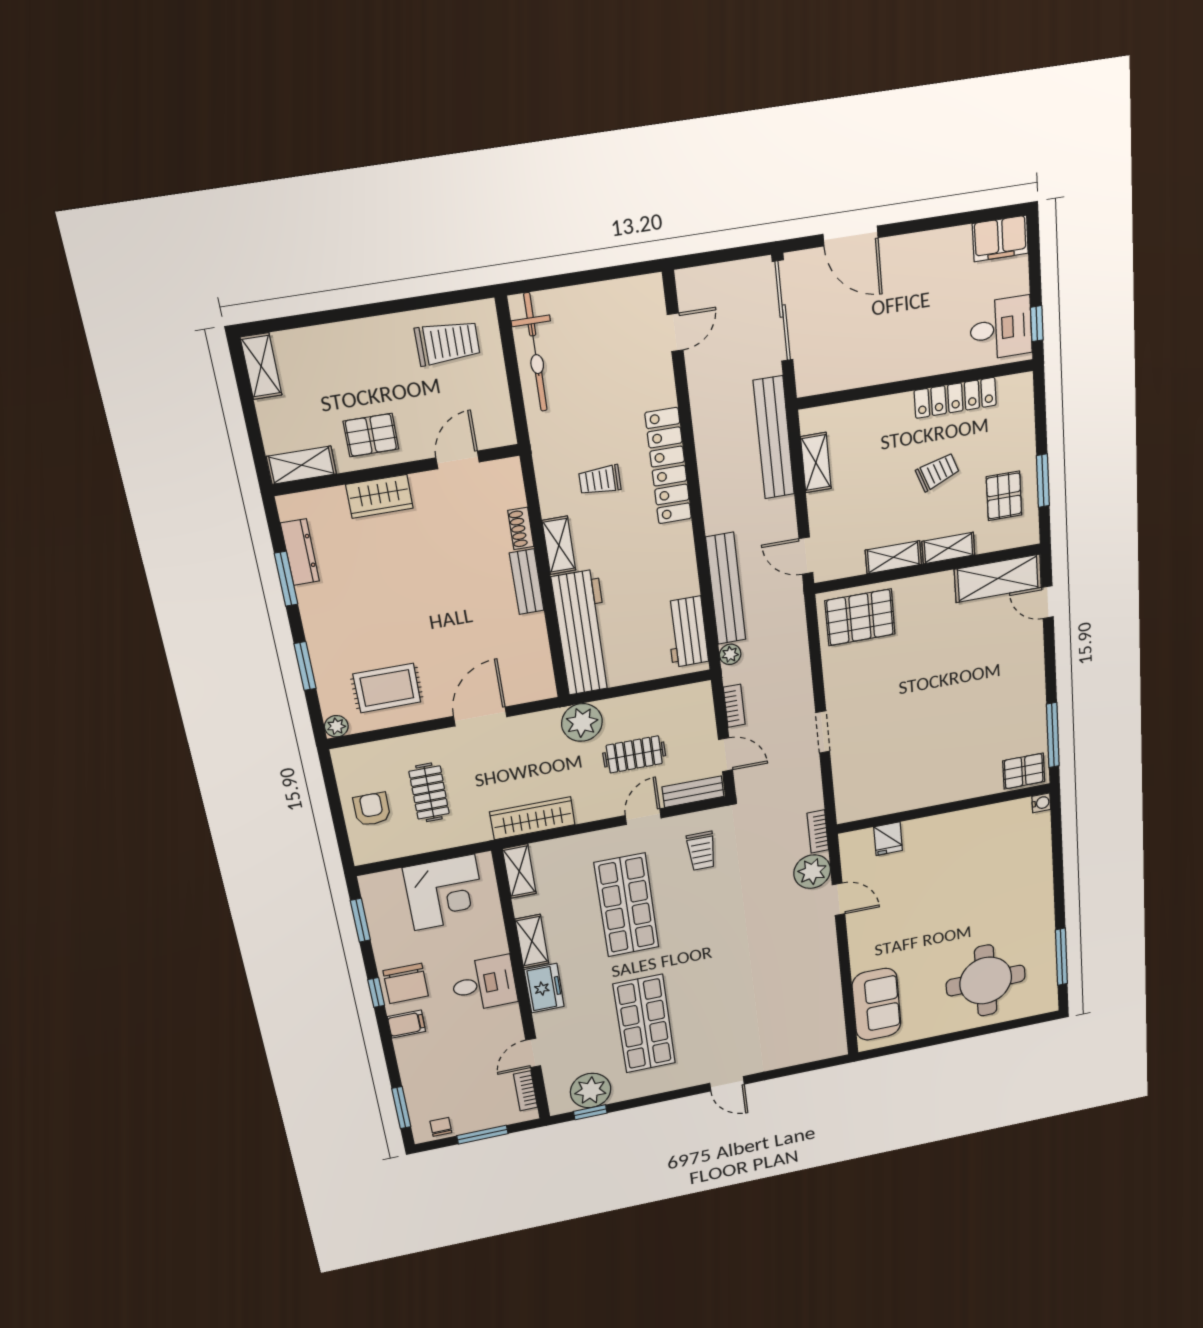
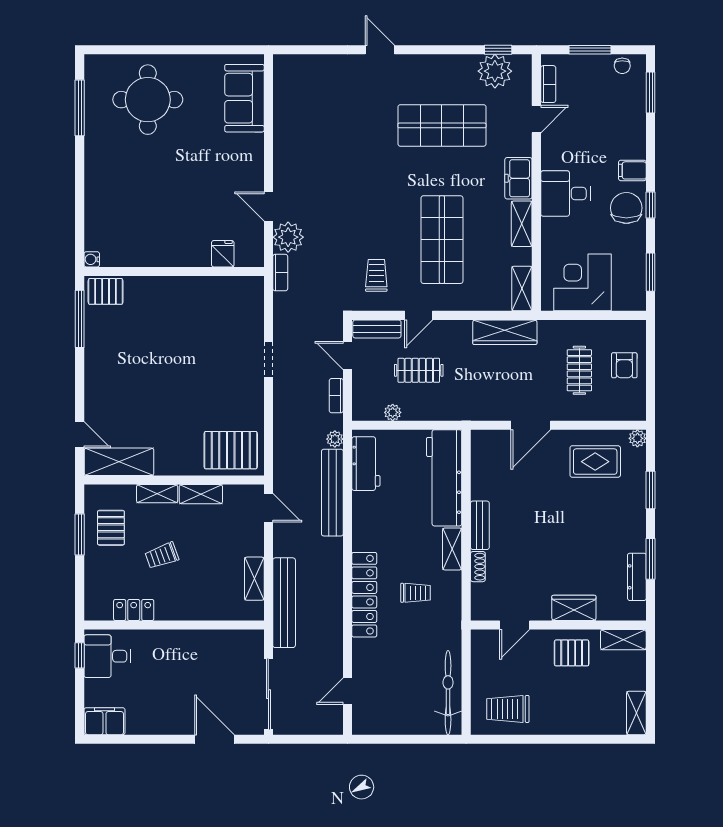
locker: (955, 398) -> (134, 610), width x0.66
plant: (582, 722) -> (393, 412), moved, width x0.53, depth x0.53
shop shelf: (644, 1024) -> (442, 125), turned 90

